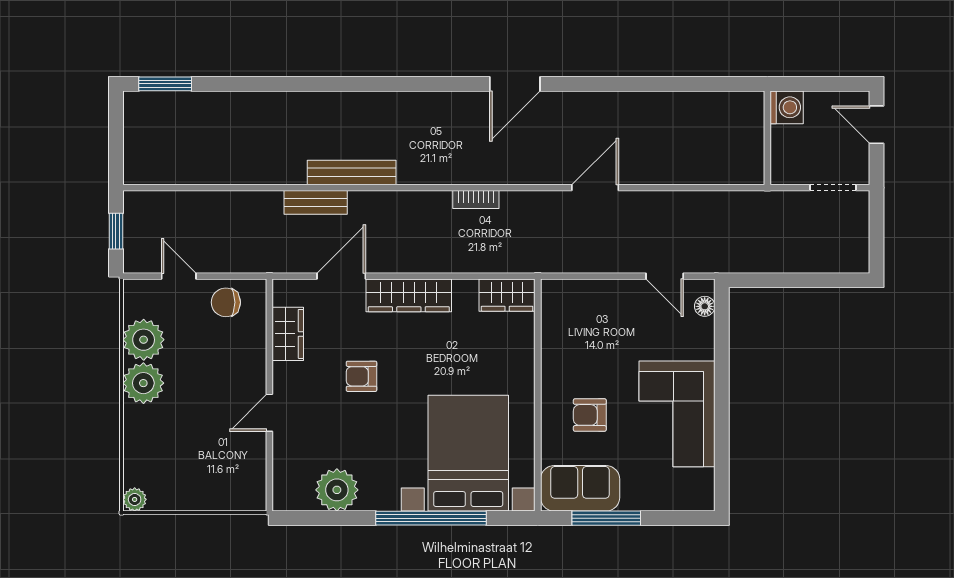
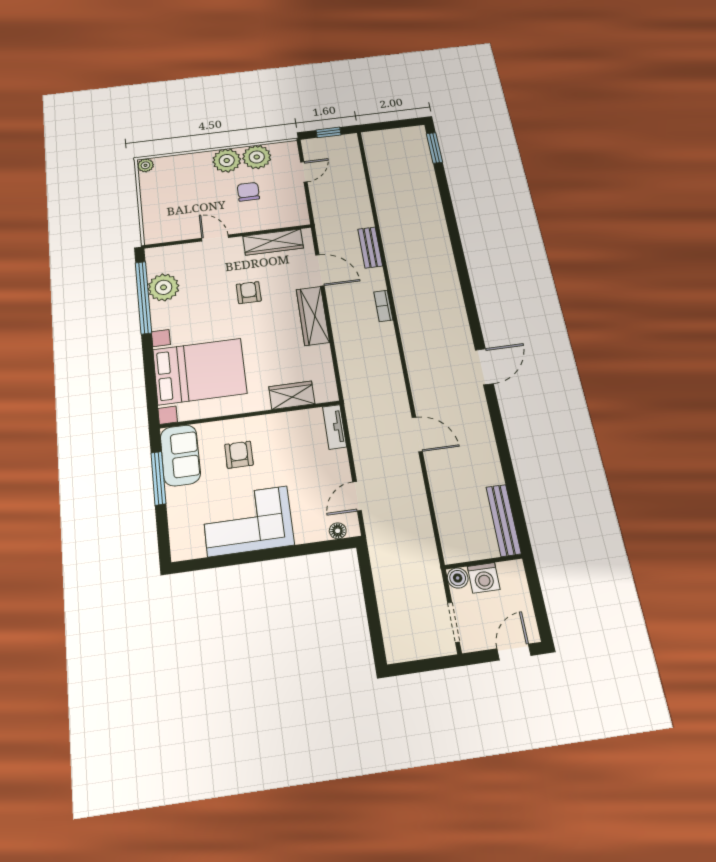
door: (515, 84) -> (484, 367), swing flipped
washing machine: (787, 107) -> (484, 578), moved
bench: (352, 172) -> (503, 520), moved
boiler: (782, 173) -> (458, 578), added
bookcase: (476, 200) -> (383, 306), moved
tv unit: (570, 290) -> (335, 427), added
wardrobe: (507, 295) -> (292, 395), moved, turned 90
chair: (226, 302) -> (248, 192), moved
wardrobe: (288, 334) -> (273, 242), width x1.50
window: (431, 518) -> (143, 297), moved

